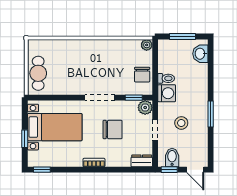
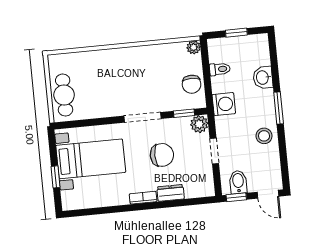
window: (182, 37) -> (236, 33), width x0.67
washbasin: (200, 54) -> (263, 77), moved
toilet: (166, 78) -> (220, 69), moved
window: (211, 114) -> (279, 108), moved
stool: (181, 123) -> (264, 136), moved
dresser: (142, 161) -> (171, 193), moved
window: (42, 170) -> (80, 213), removed

